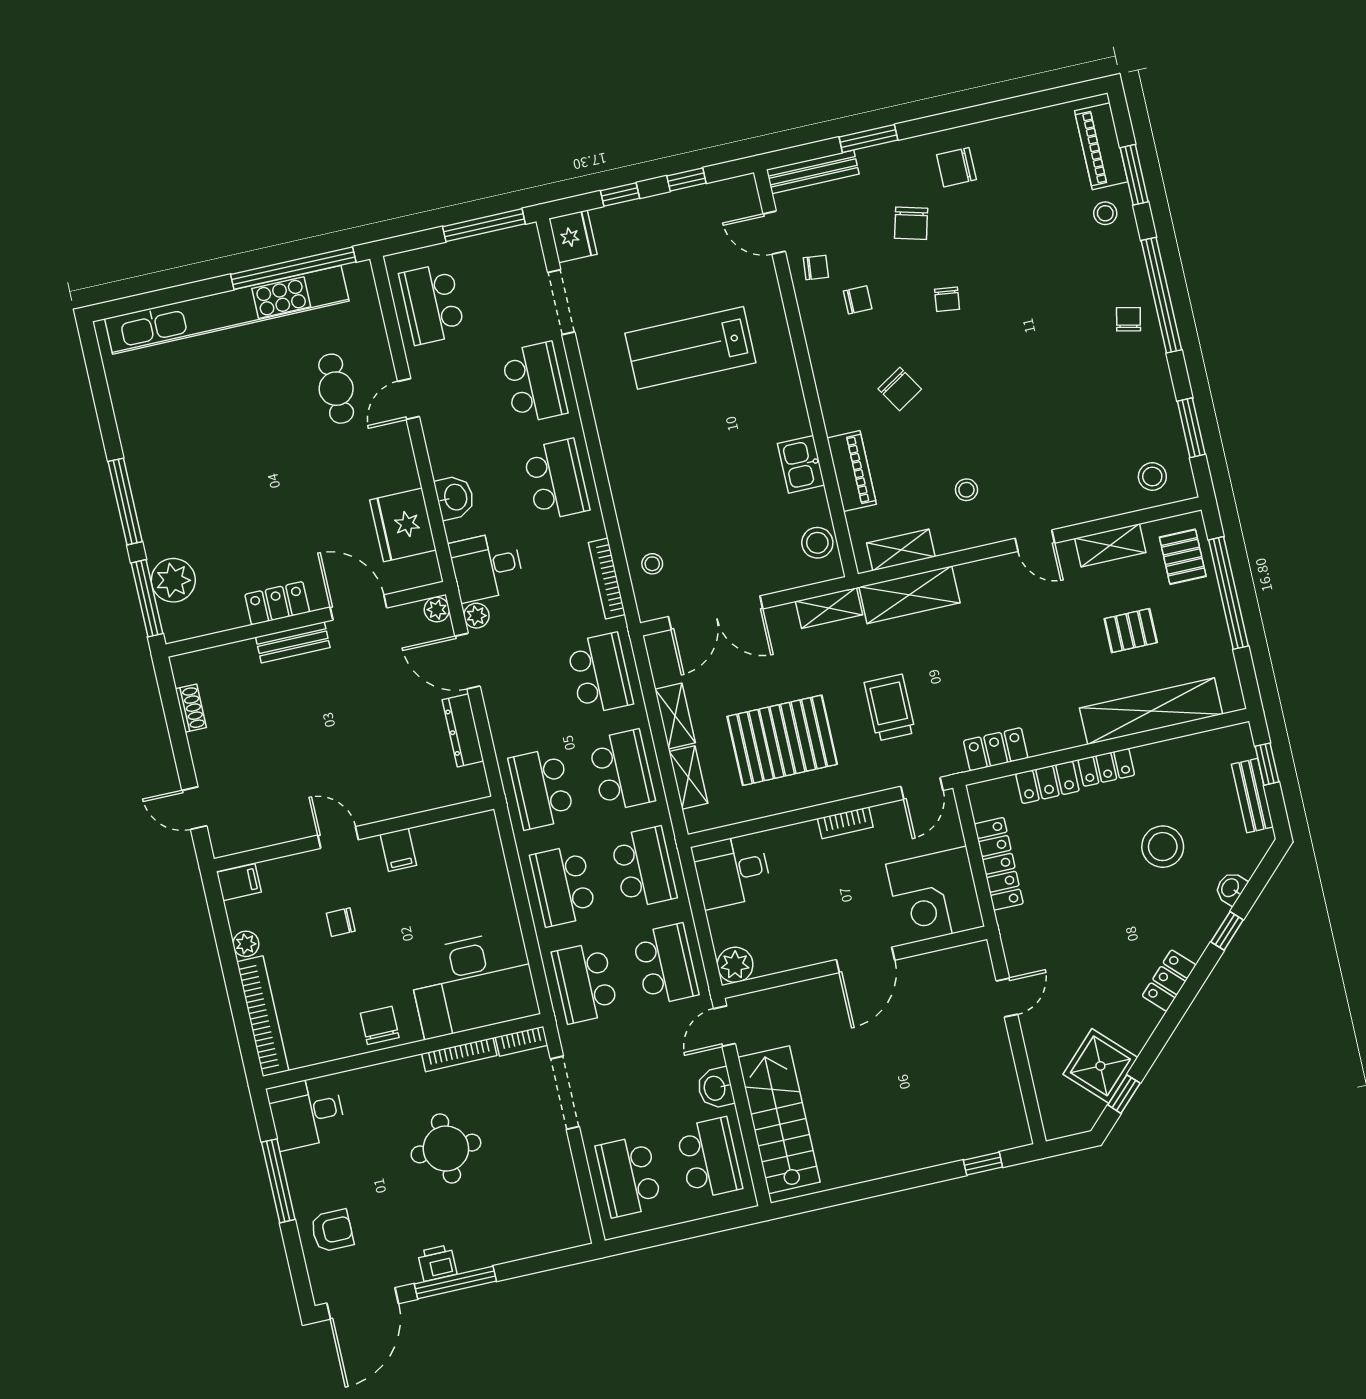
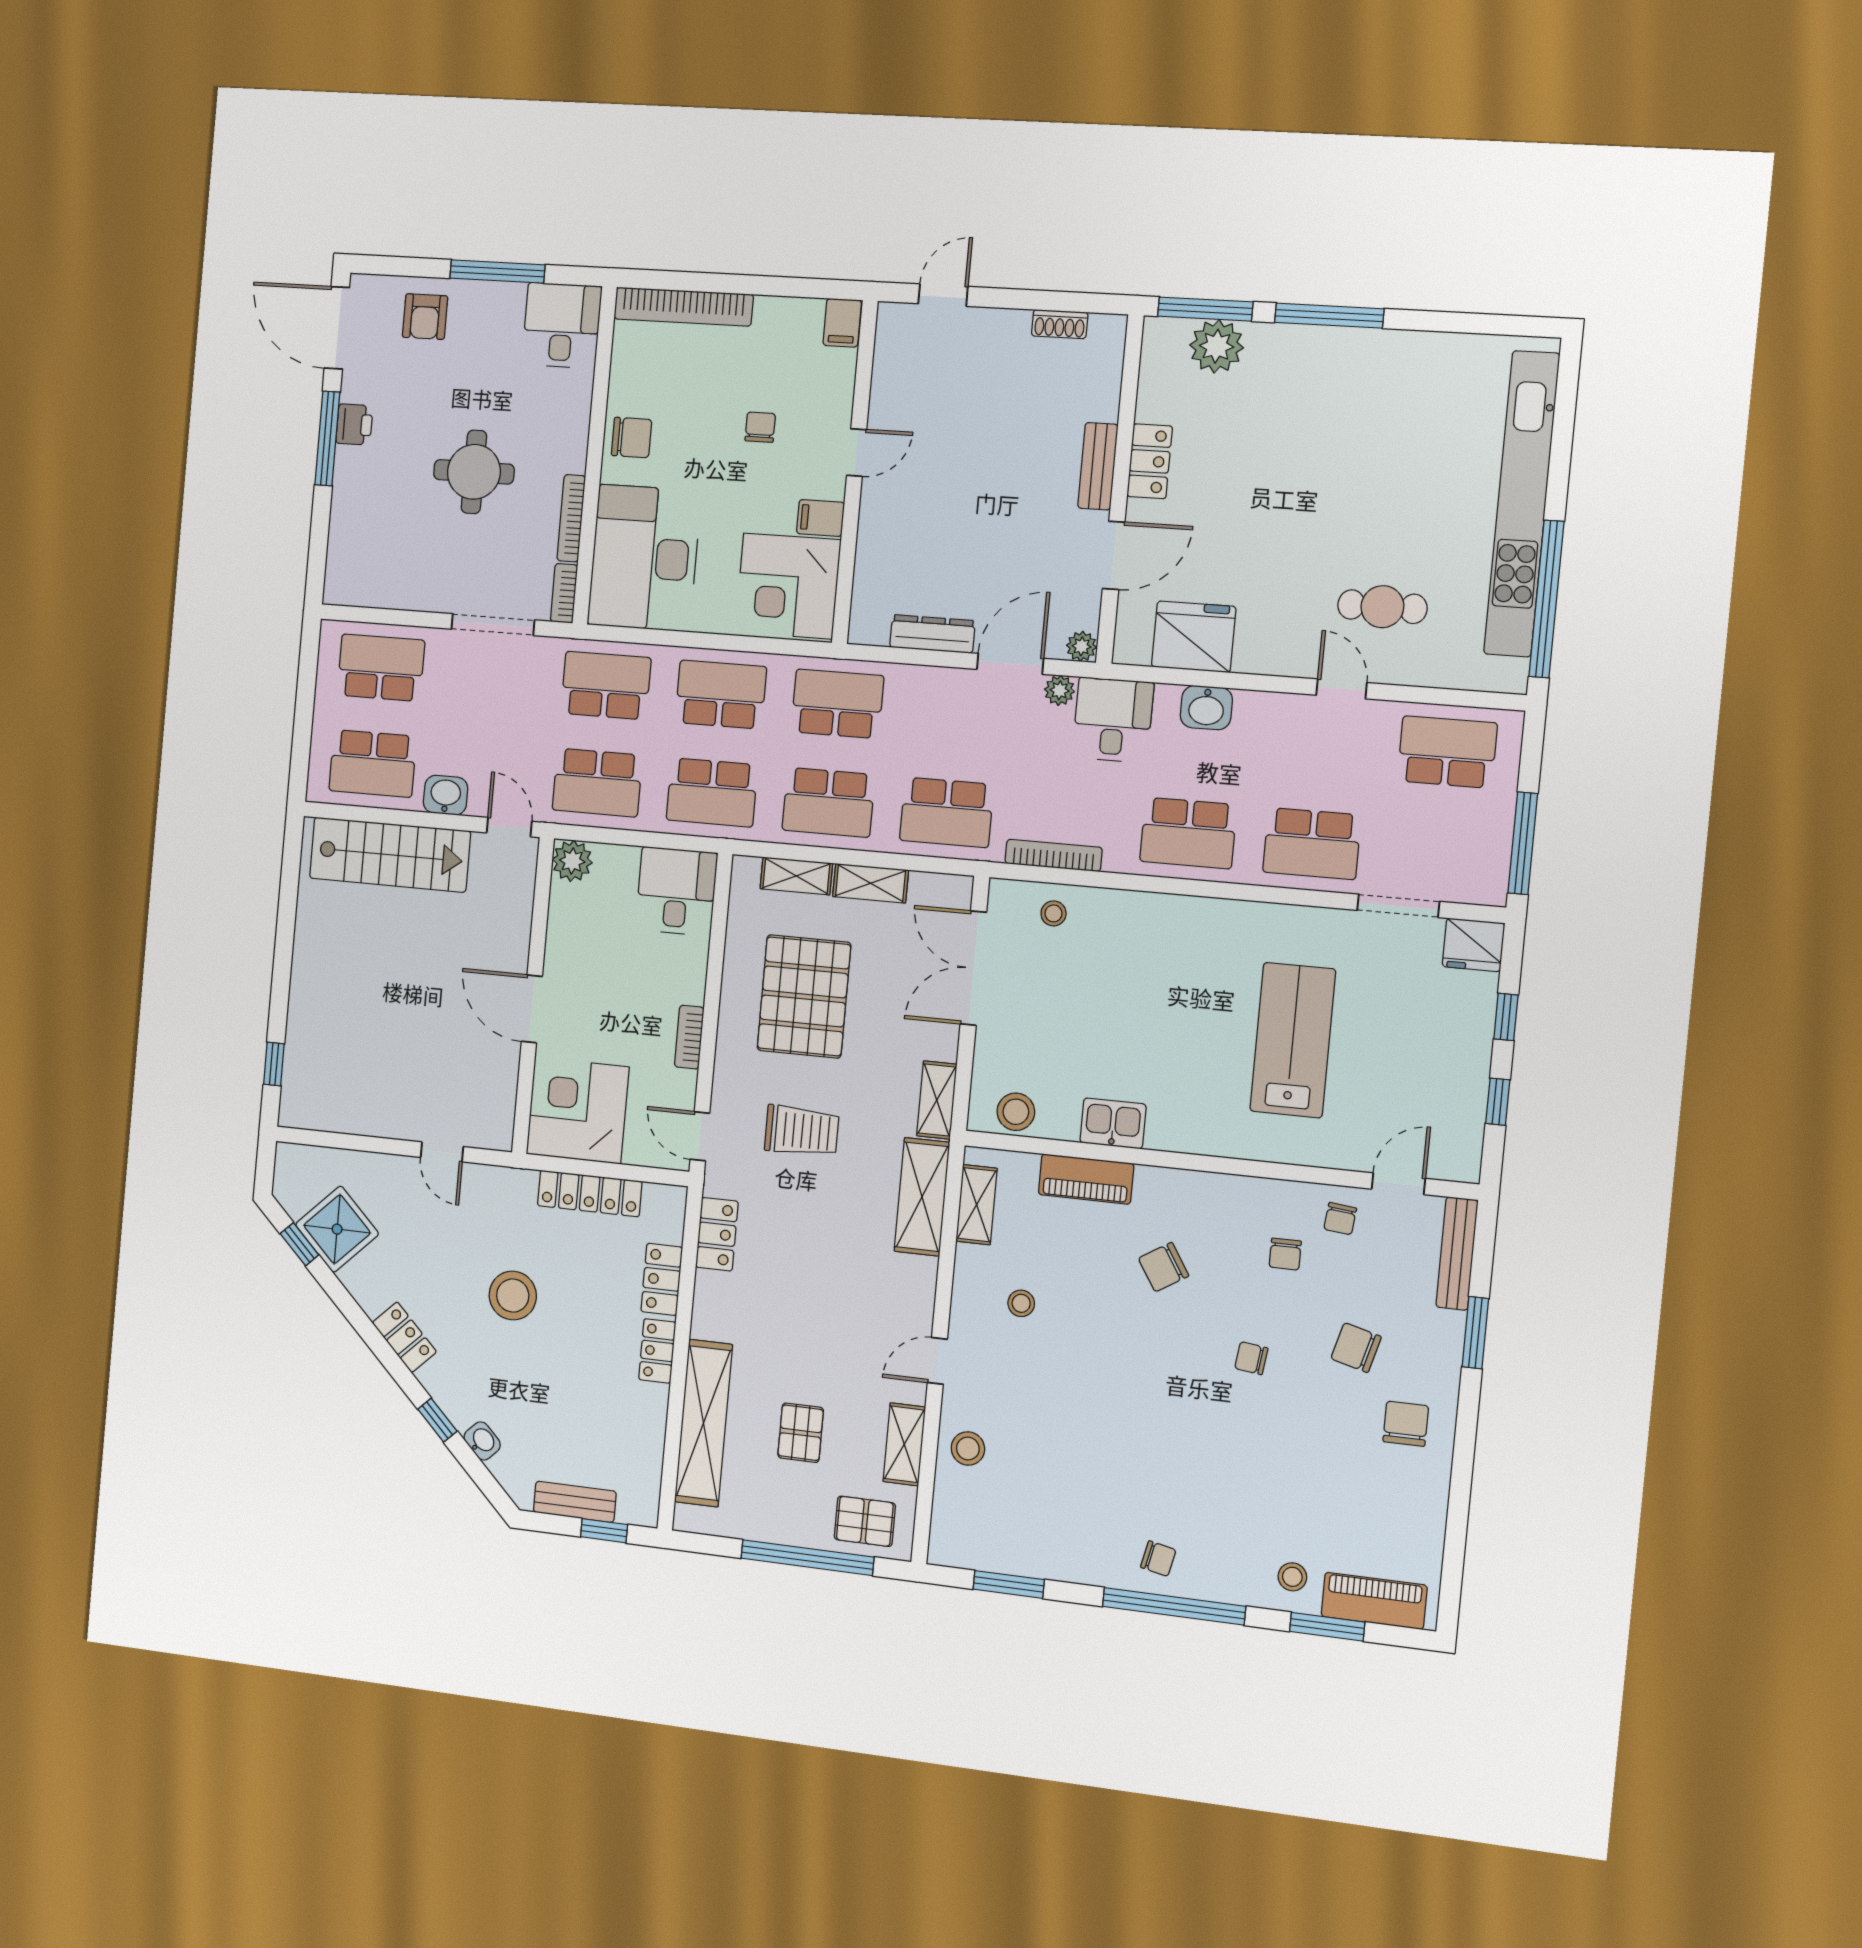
stool: (1152, 477) -> (968, 1449), moved
stool: (1163, 847) -> (513, 1296), moved
corner desk: (460, 859) -> (788, 586), added
plant: (246, 944) -> (770, 311), removed

